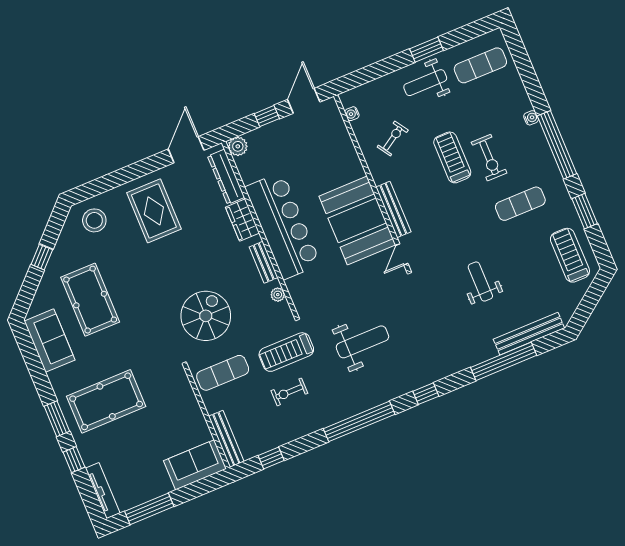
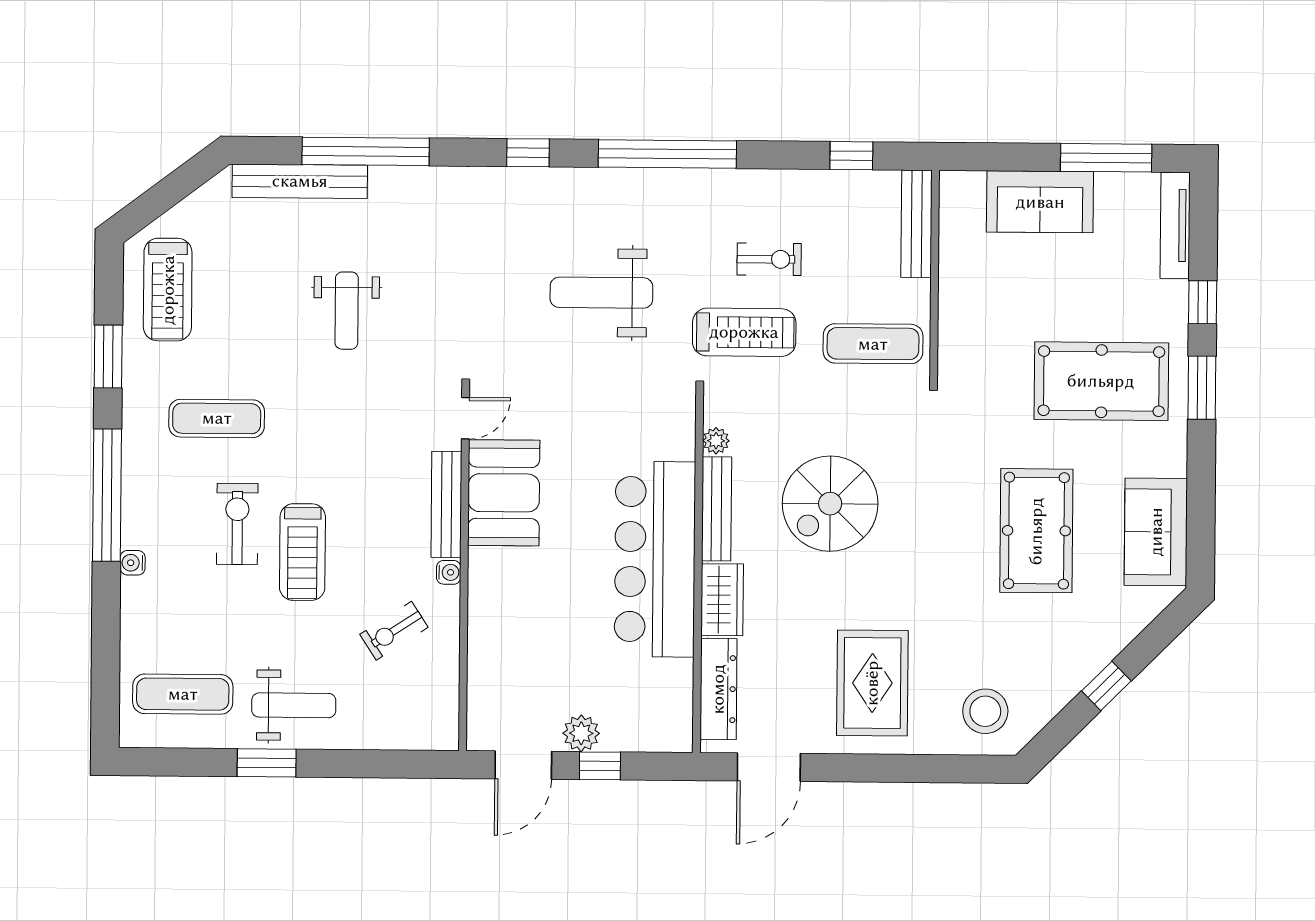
water cooler: (352, 114) -> (449, 572), moved
plant: (238, 146) -> (581, 733), moved
booth: (357, 220) -> (504, 493), width x0.73, depth x0.70
bench: (264, 262) -> (717, 509), width x1.36
pool table: (90, 300) -> (1036, 531), moved
spiral stairs: (206, 316) -> (830, 504), moved
sofa: (195, 465) -> (1040, 202), moved

